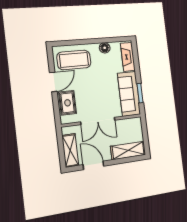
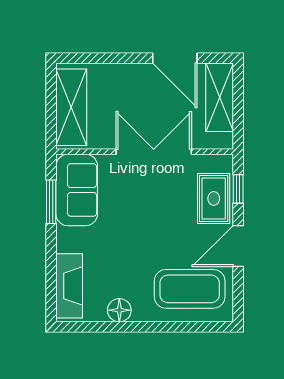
sofa: (129, 94) -> (77, 190), width x0.73
window: (56, 109) -> (238, 189), added
shelving: (128, 150) -> (71, 107), moved, turned 90

